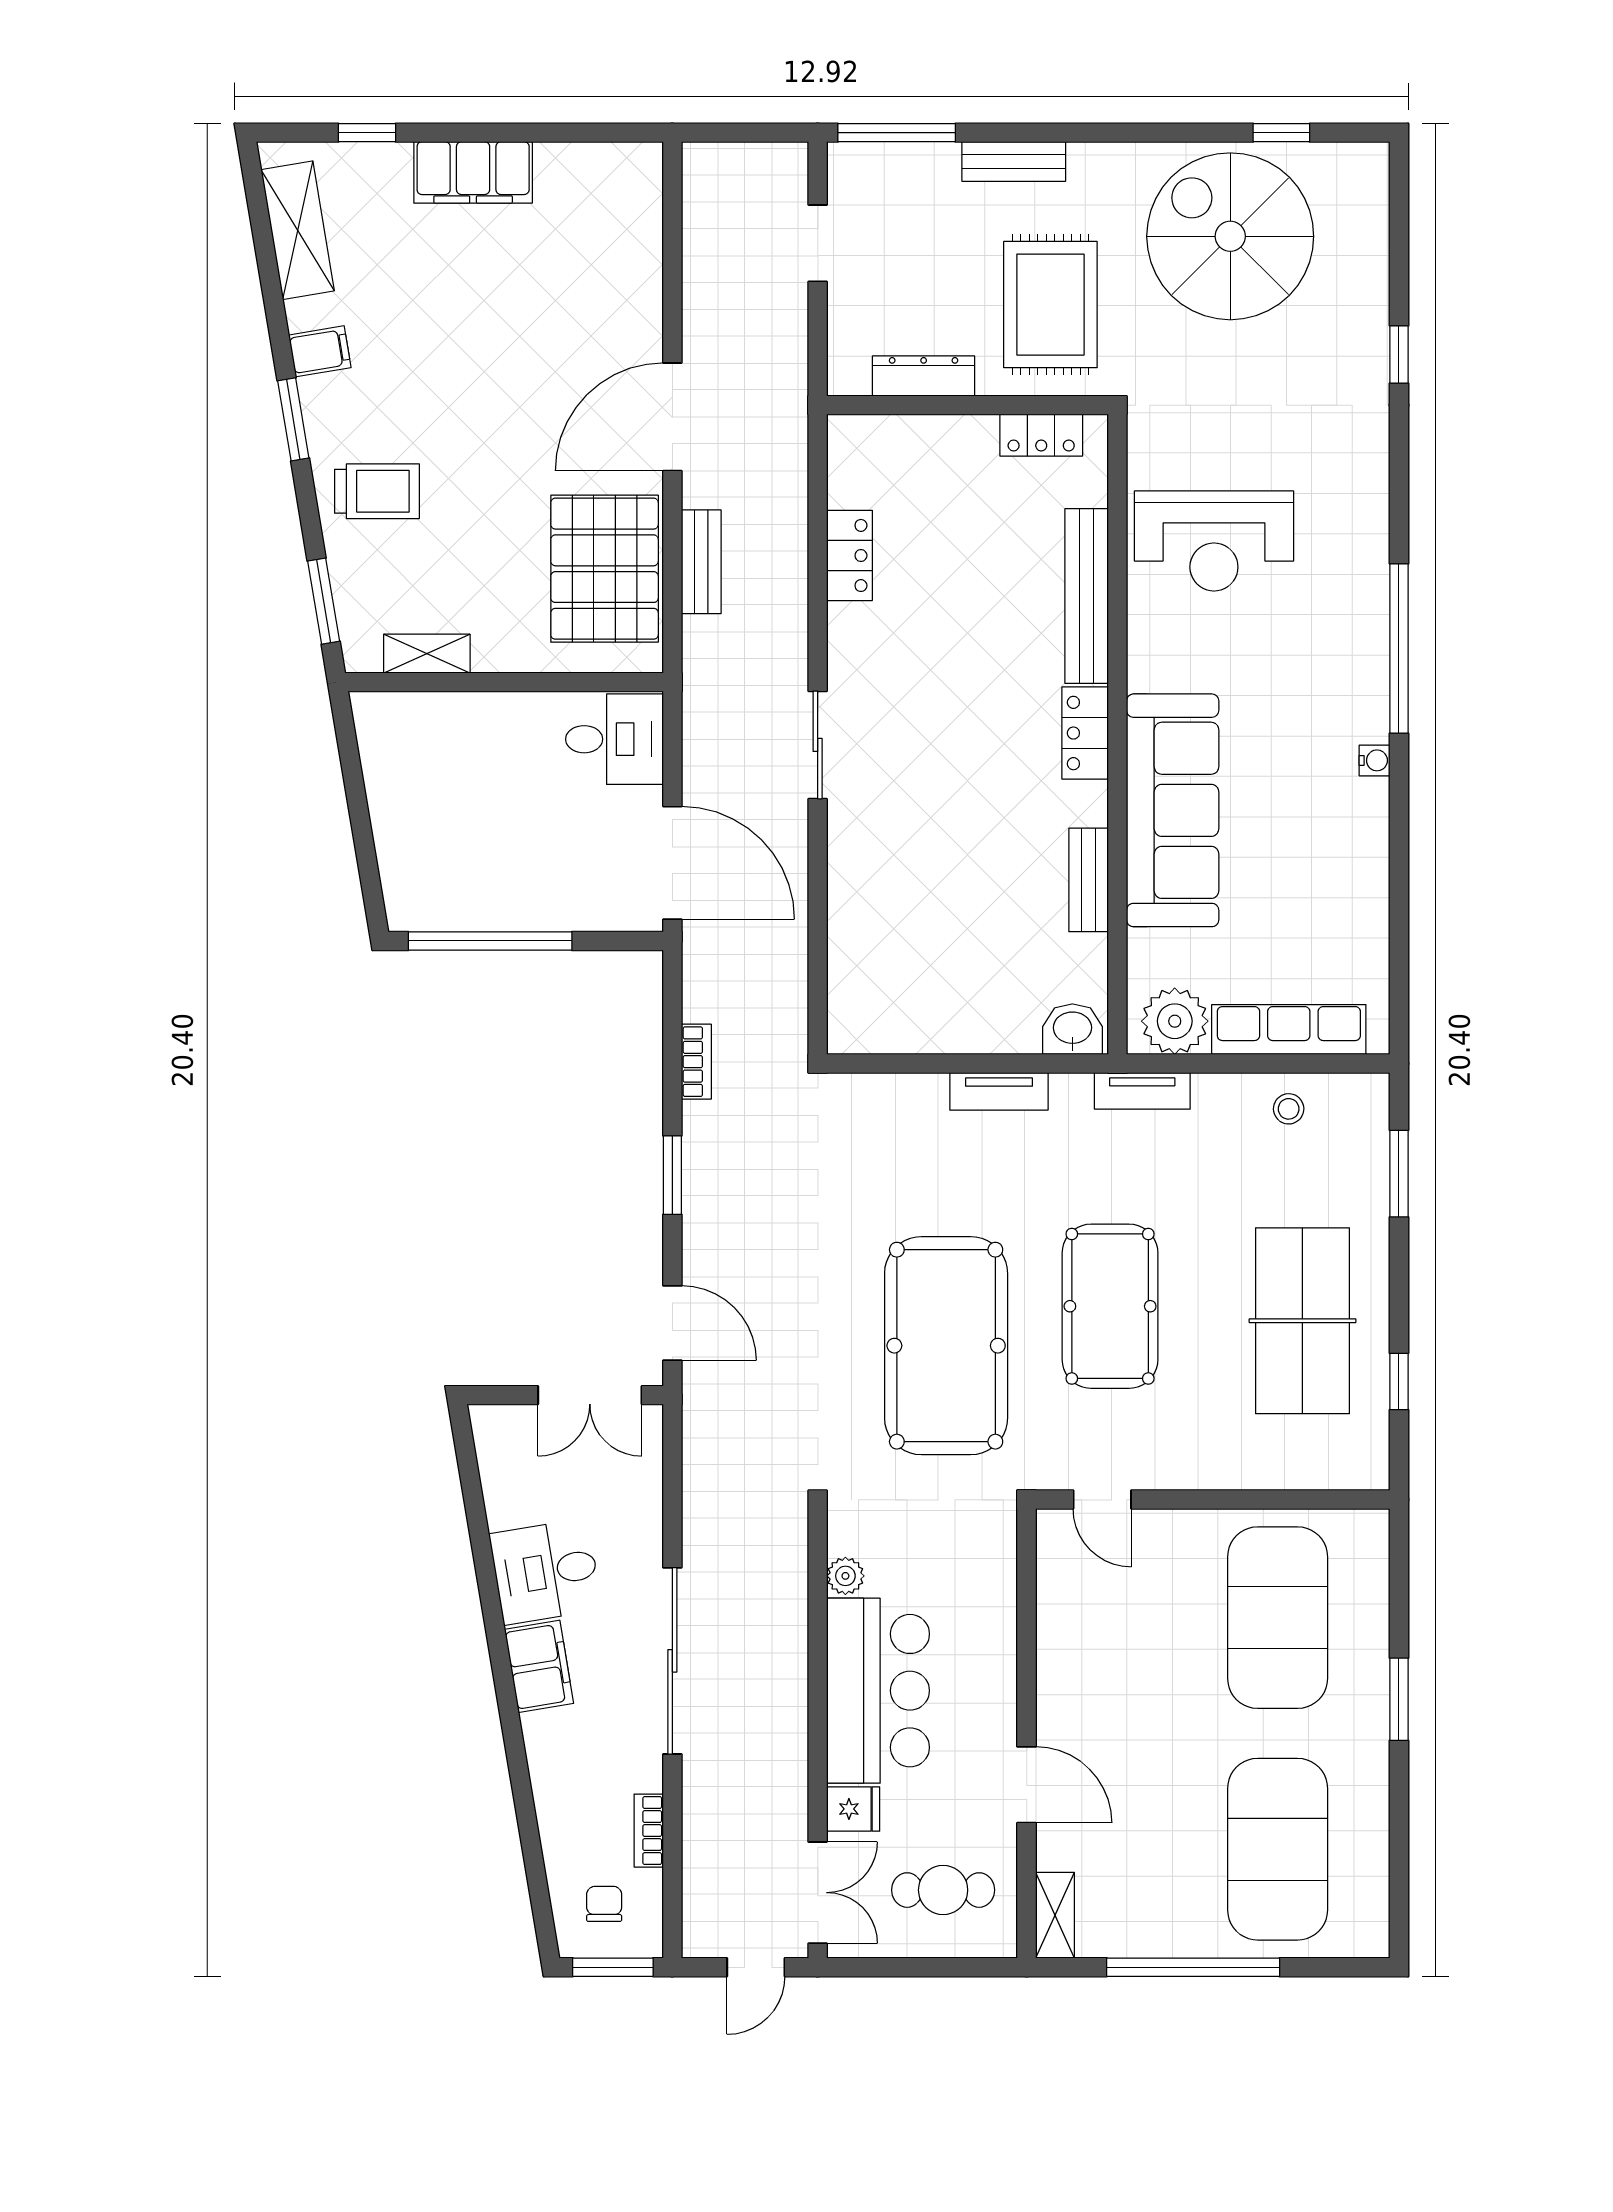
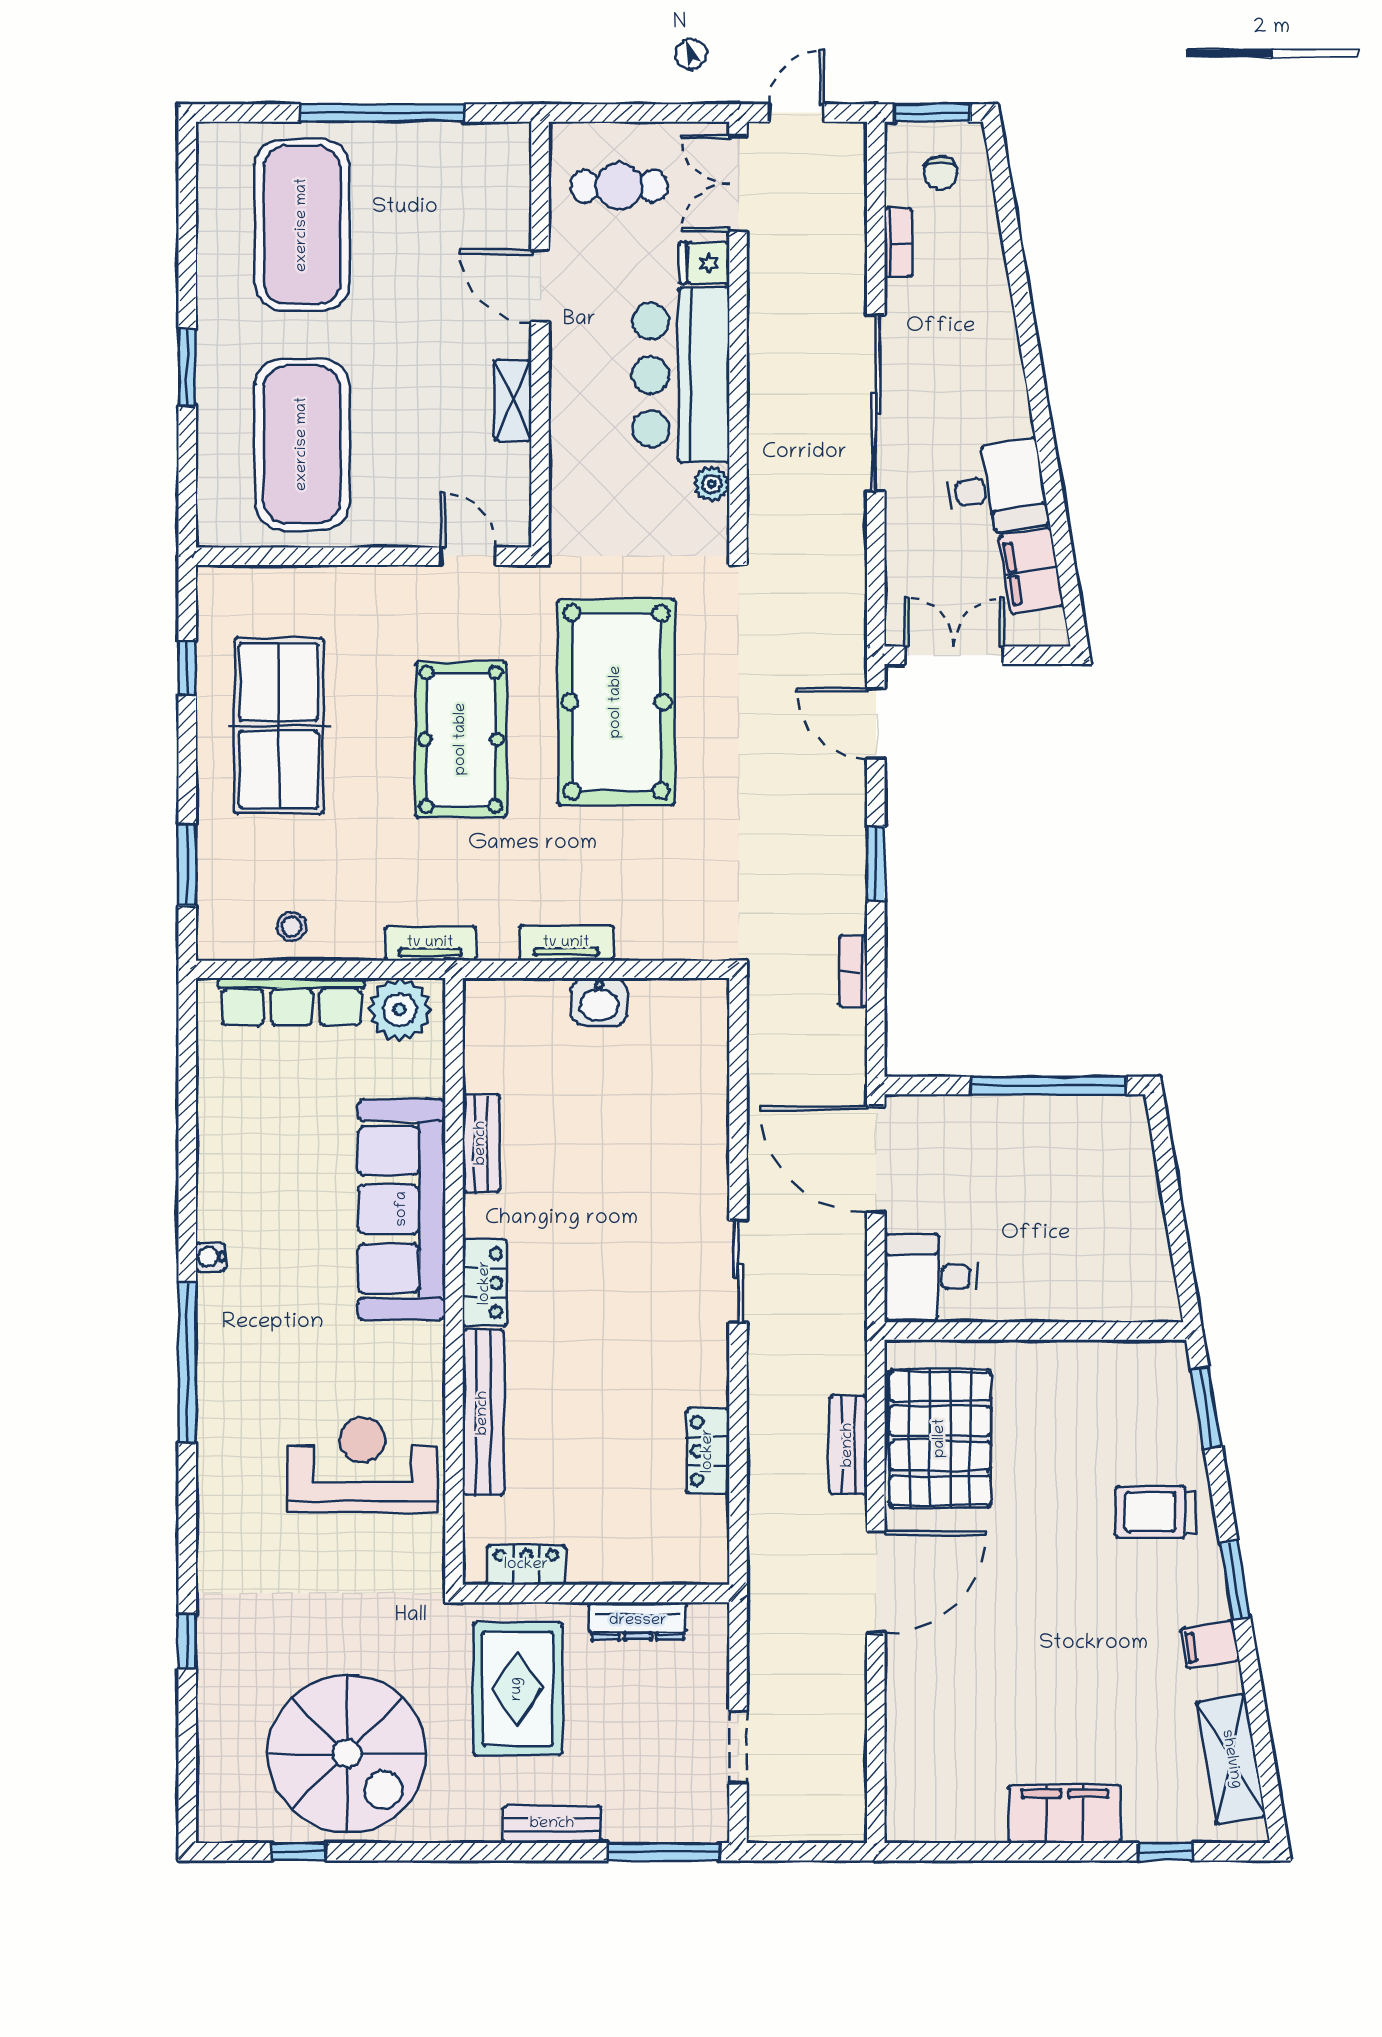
shelving: (427, 654) -> (1108, 1358), removed
washbasin: (1072, 1029) -> (599, 1002), moved
filing cabinet: (539, 1666) -> (1031, 571), moved
shelving: (1055, 1915) -> (513, 400), moved

